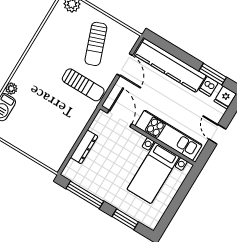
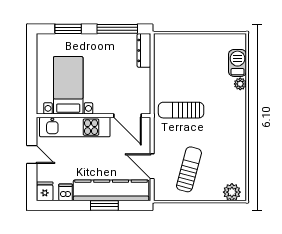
sun lounger: (96, 44) -> (189, 169), turned 35
window: (213, 74) -> (104, 205), moved
sun lounger: (83, 85) -> (181, 110), moved
dresser: (84, 147) -> (144, 50), moved

